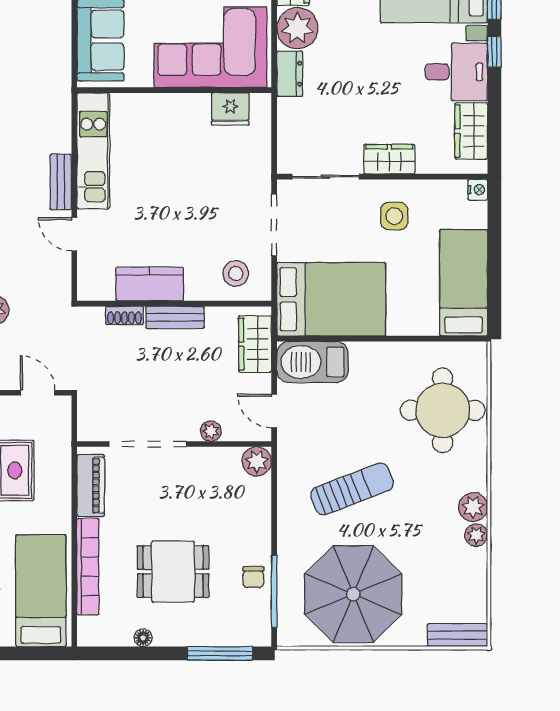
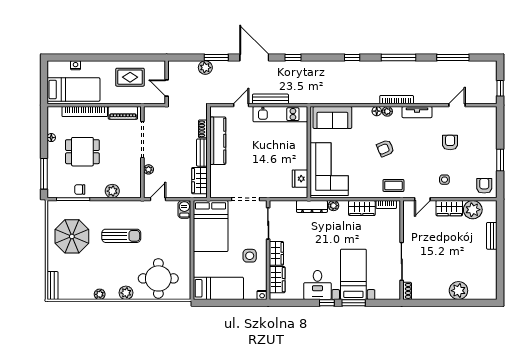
plant: (297, 28) -> (334, 206), width x0.53, depth x0.53
dresser: (290, 74) -> (312, 206), width x1.44
wardrobe: (471, 131) -> (277, 280), moved, turned 90
bench: (61, 182) -> (270, 99), width x1.36
stool: (236, 274) -> (223, 181), removed
kitchen counter: (150, 284) -> (218, 141), width x1.50
wardrobe: (255, 344) -> (200, 181), moved, turned -90
barbecue: (313, 362) -> (184, 209), width x0.53, depth x0.65
door: (38, 393) -> (167, 88), swing flipped
plant: (257, 461) -> (112, 191), moved
sun lounger: (352, 489) -> (121, 236), turned -69
plant: (473, 507) -> (126, 293), moved
dining table: (173, 572) -> (82, 152), turned 90
parasol: (353, 594) -> (72, 236), width x0.73, depth x0.73

